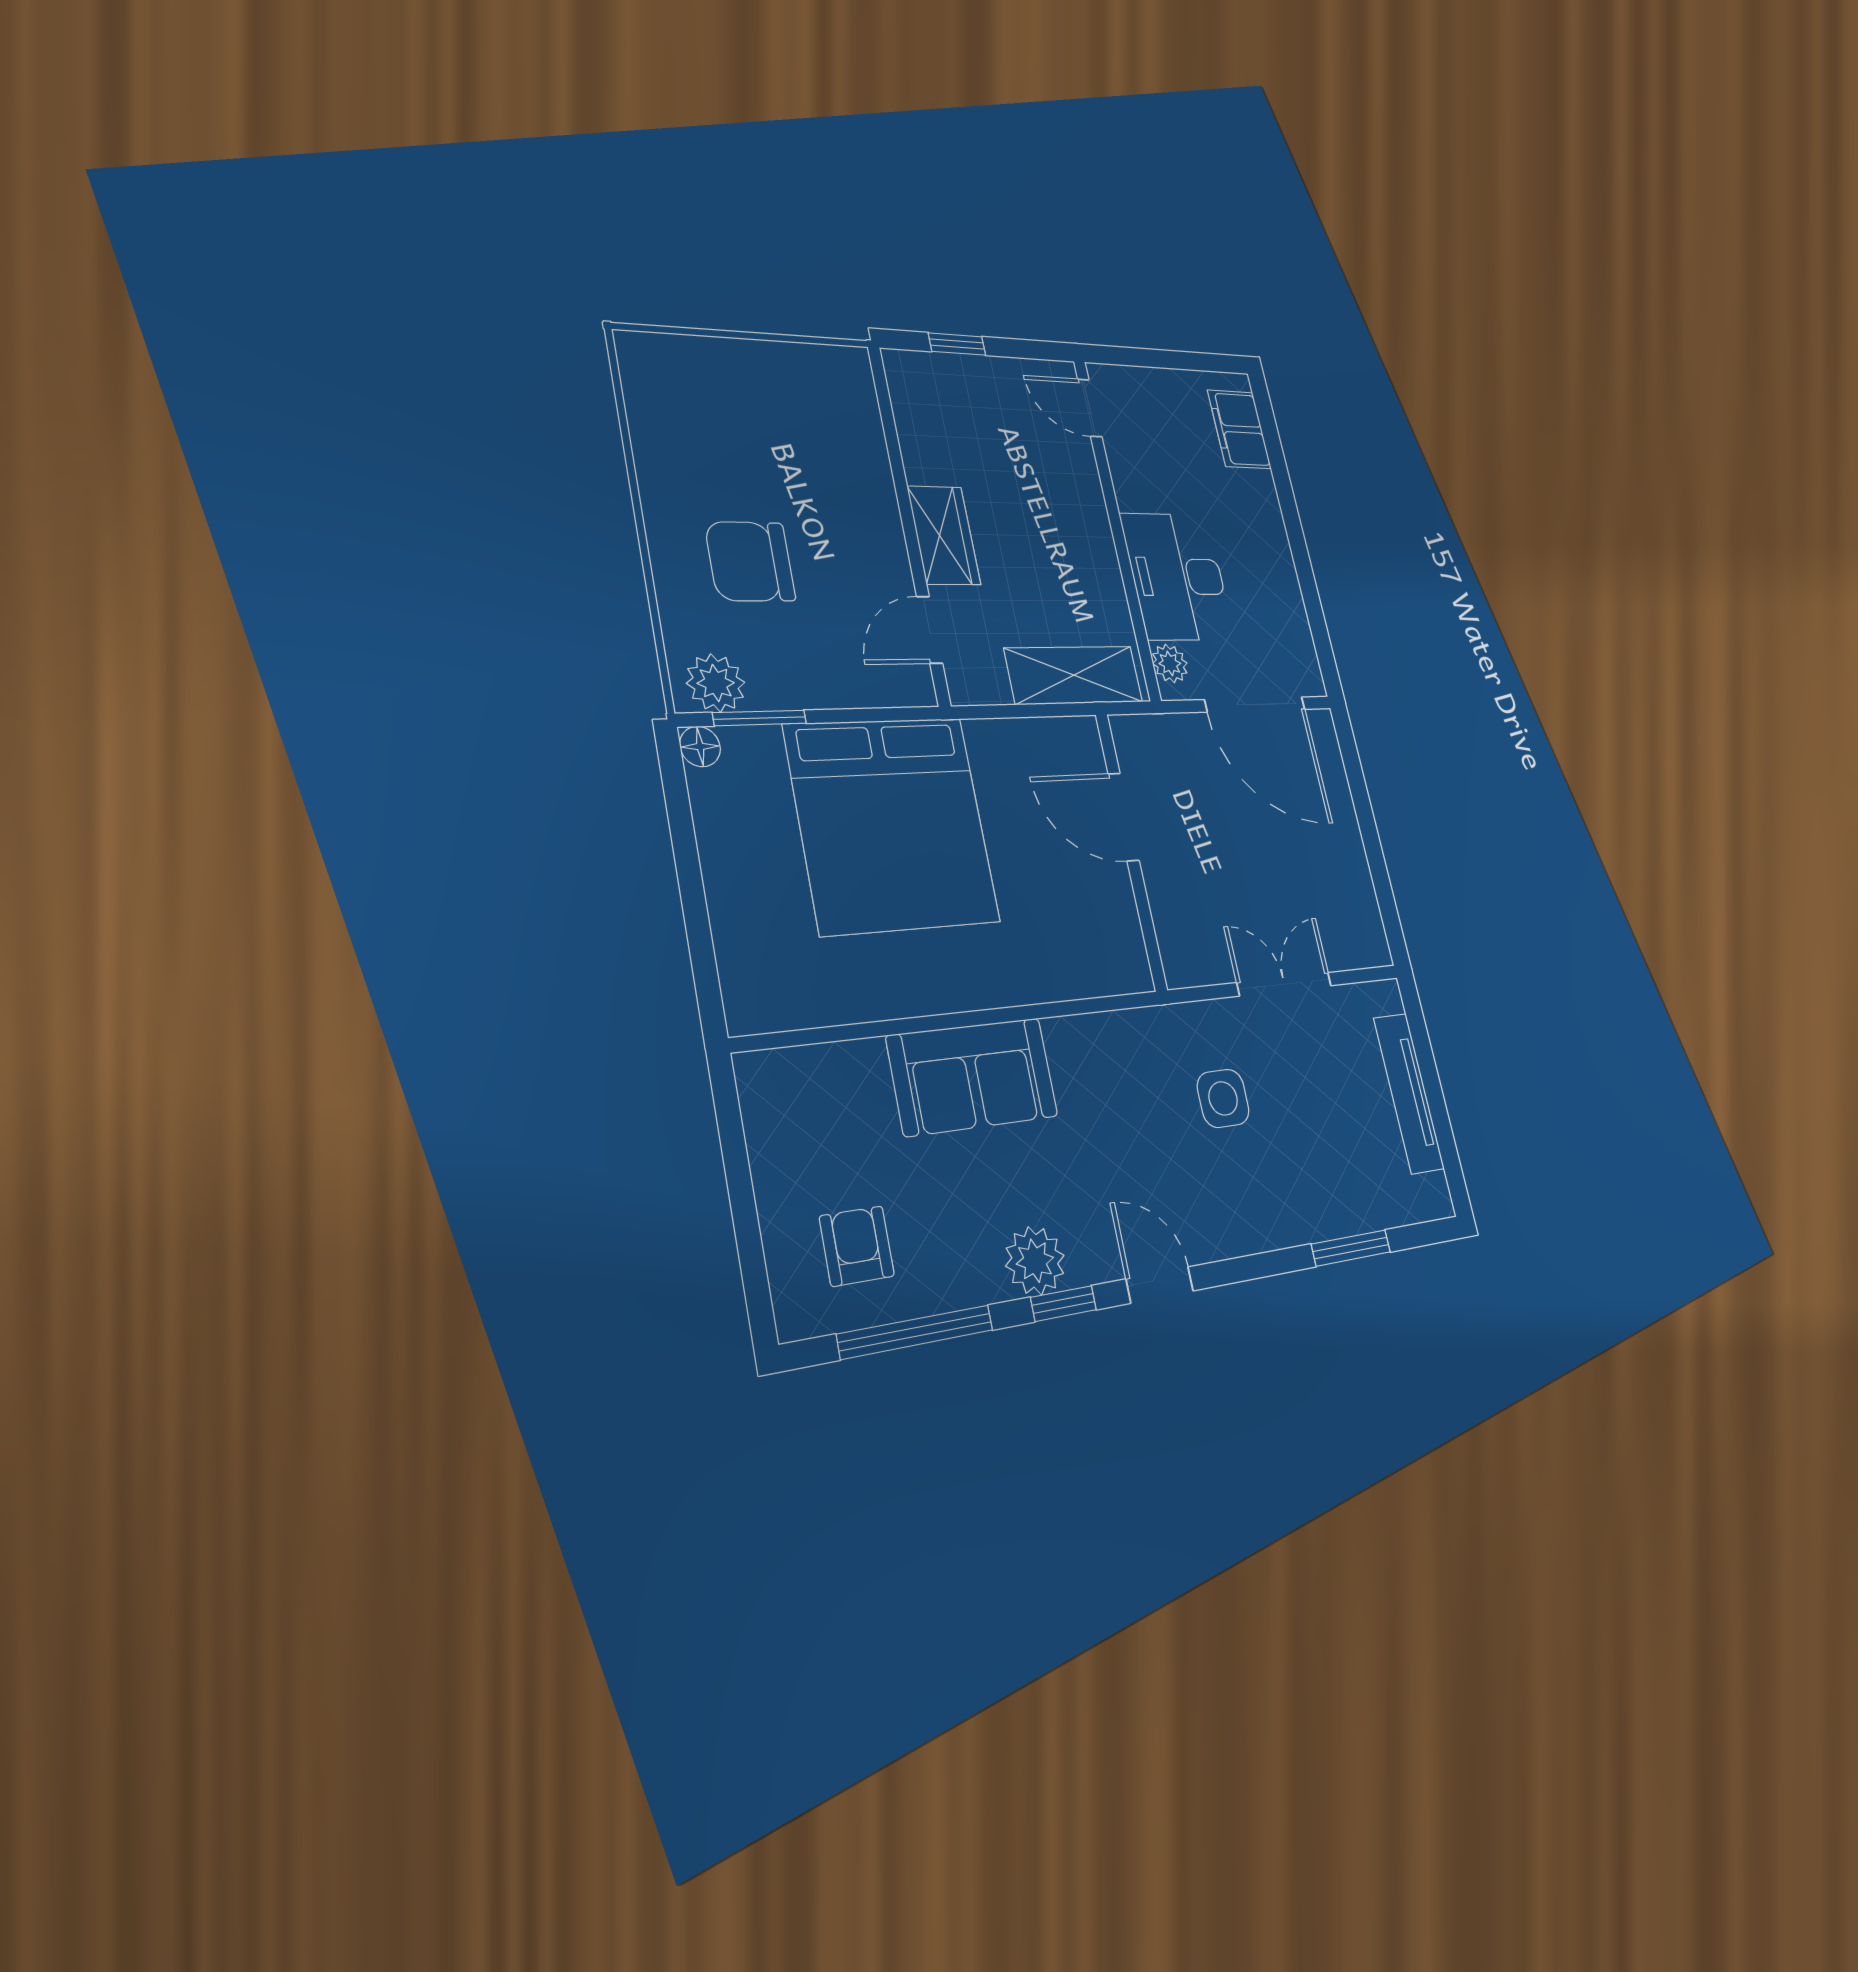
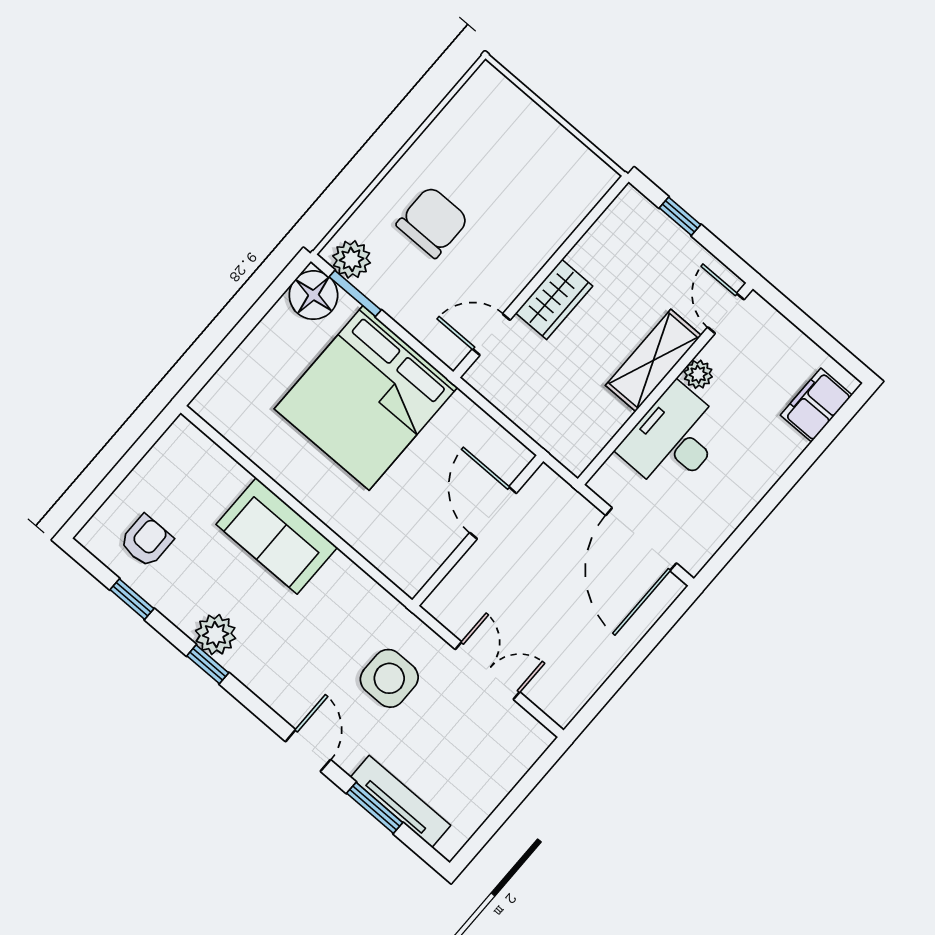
chair: (750, 561) -> (432, 222), turned 90
plant: (1170, 663) -> (698, 374), moved
shelving: (1074, 675) -> (653, 360), moved, turned 90
floor lamp: (700, 746) -> (313, 295), width x1.89, depth x1.89
tv unit: (1409, 1093) -> (400, 801), moved, turned 90
side table: (1223, 1098) -> (389, 678), width x1.37, depth x1.37
door: (1160, 1285) -> (308, 751), moved
window: (916, 1332) -> (132, 599), width x0.46

